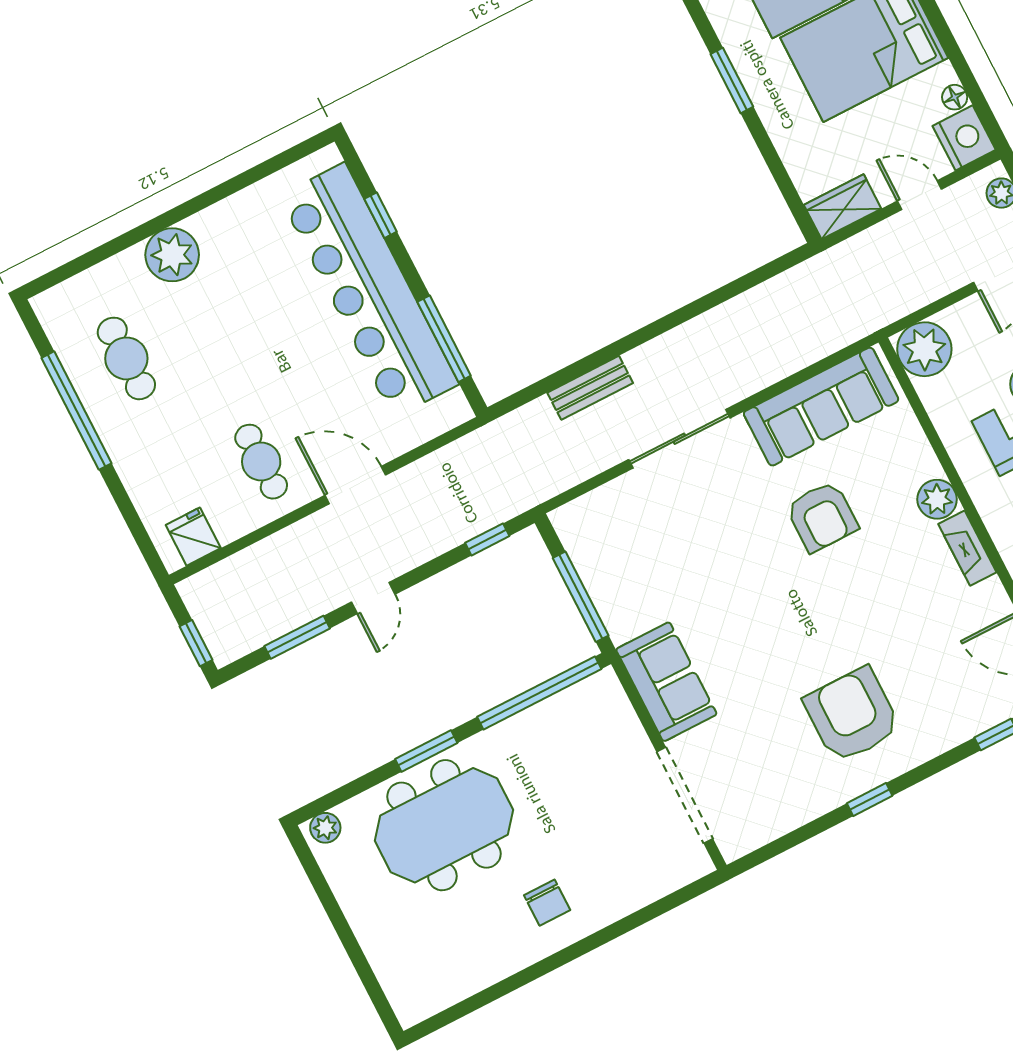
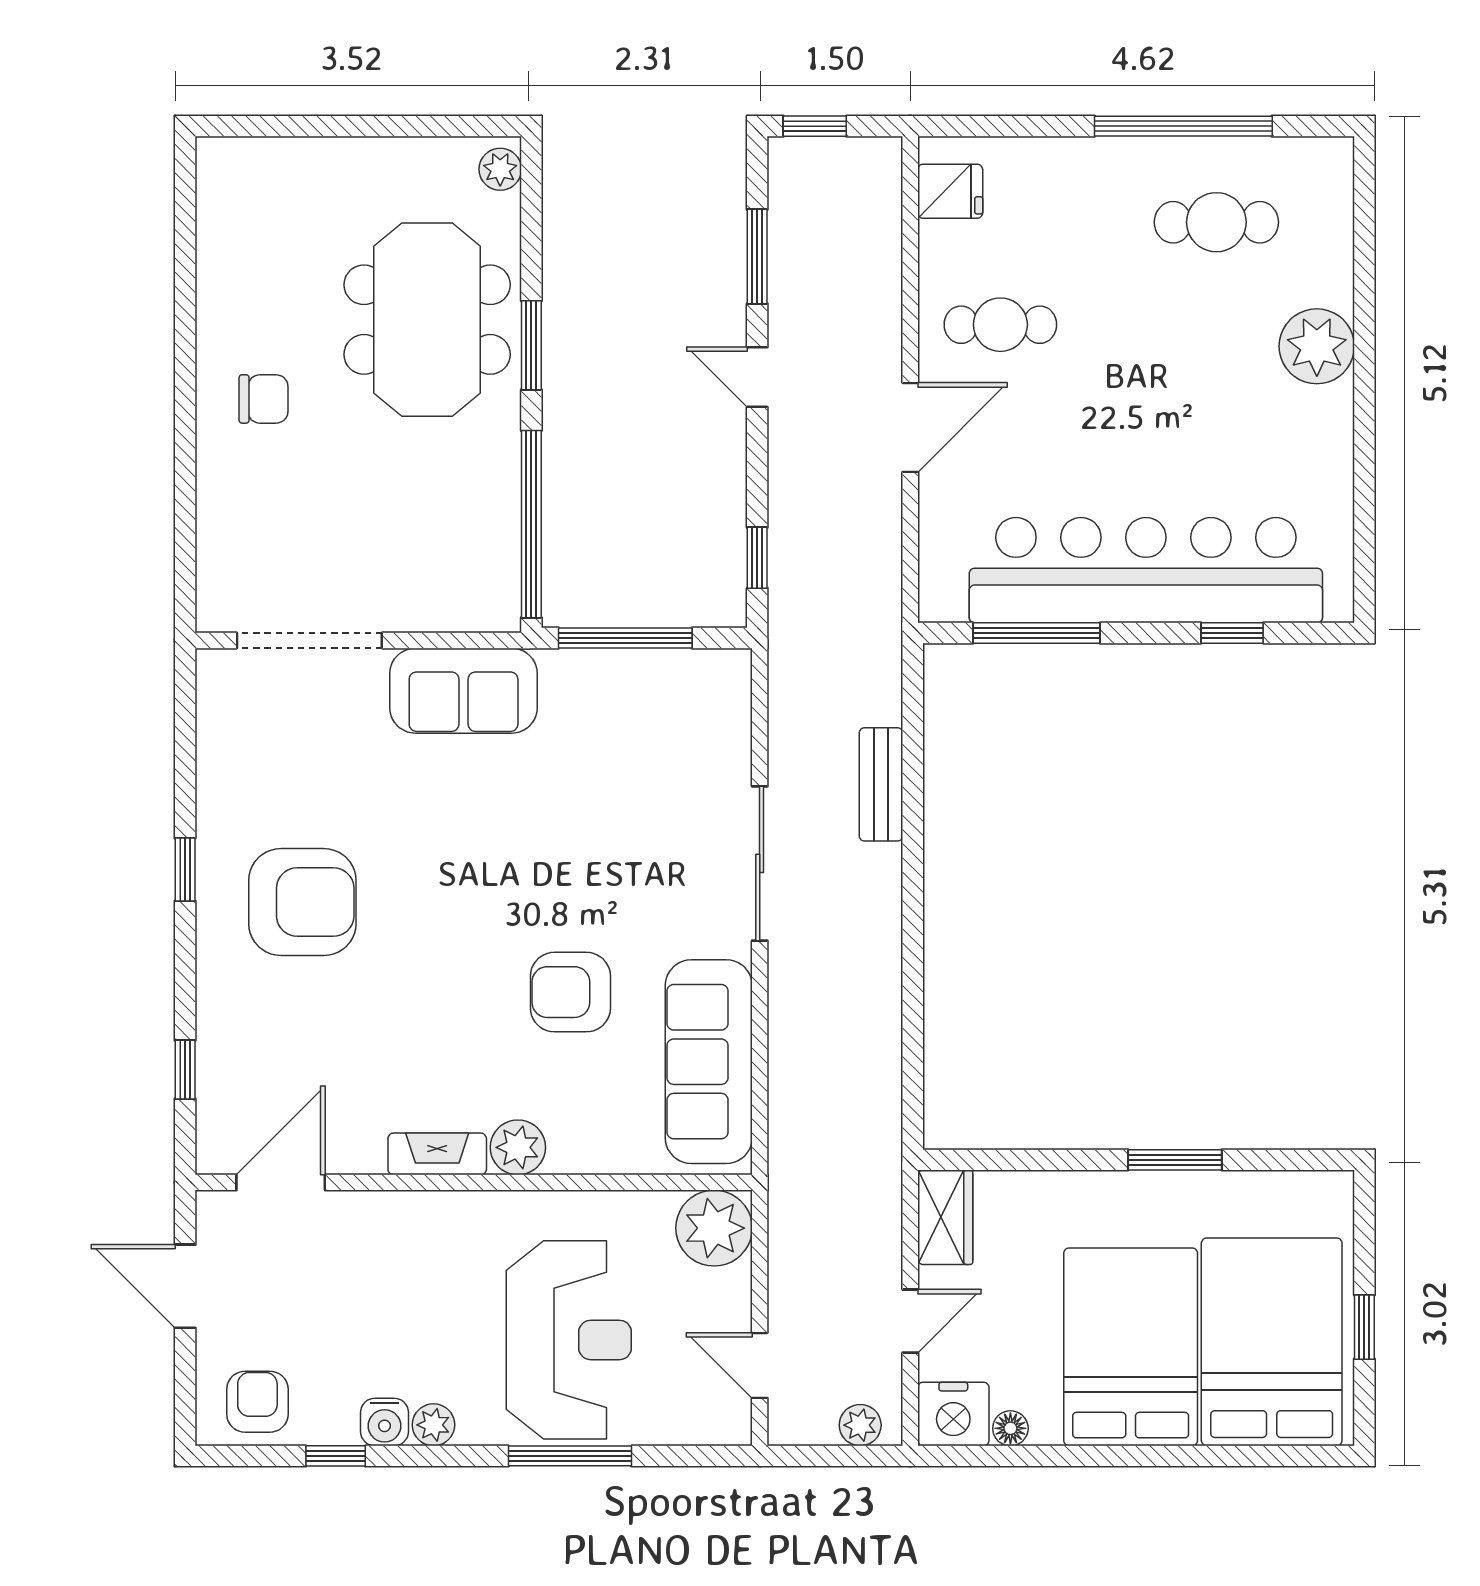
chair: (547, 903) -> (264, 399), turned 180

